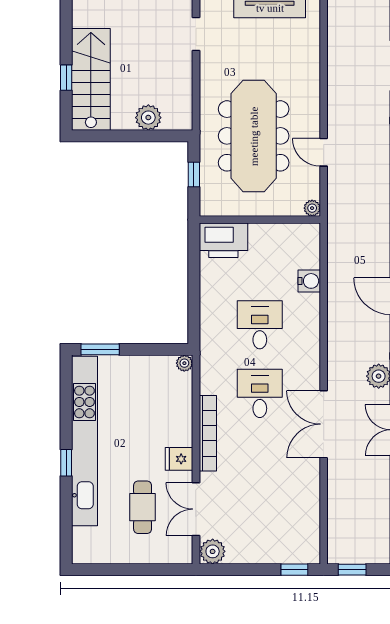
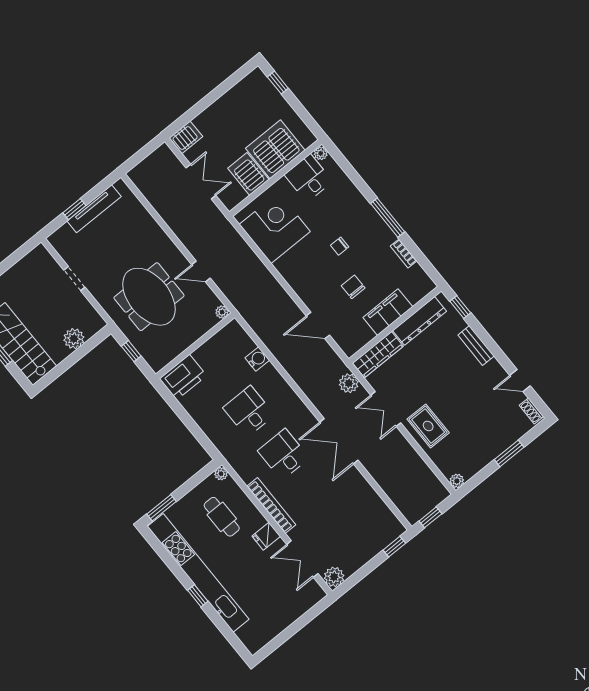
doorway: (196, 34) -> (74, 279), moved
meeting table: (254, 136) -> (149, 297), width x0.73
cafe table: (143, 507) -> (222, 517), moved

